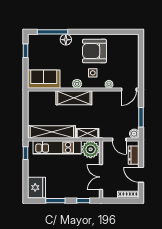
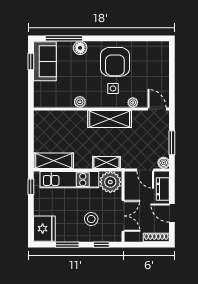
armchair: (94, 51) -> (115, 62), turned -90
sofa: (44, 79) -> (45, 61), moved, turned 90
plant: (77, 84) -> (80, 102), moved
door: (129, 90) -> (157, 109), swing flipped
shelving: (74, 98) -> (110, 119), moved
shelving: (52, 132) -> (54, 161), width x0.68
double door: (101, 177) -> (123, 216), swing flipped
stool: (75, 180) -> (91, 219), added

